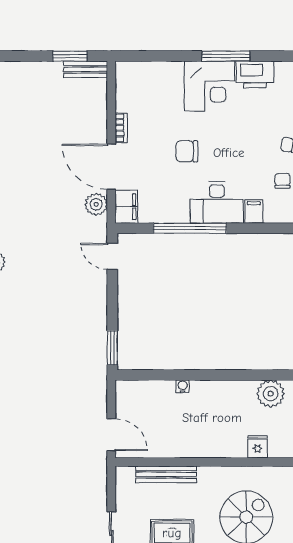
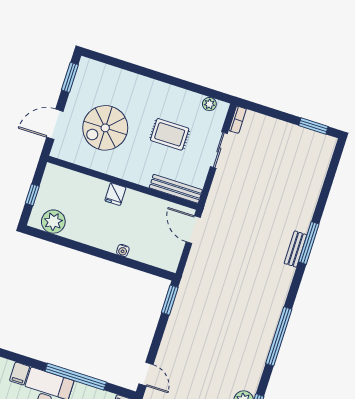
fridge: (258, 447) -> (115, 194), moved
bench: (166, 474) -> (176, 189), moved

